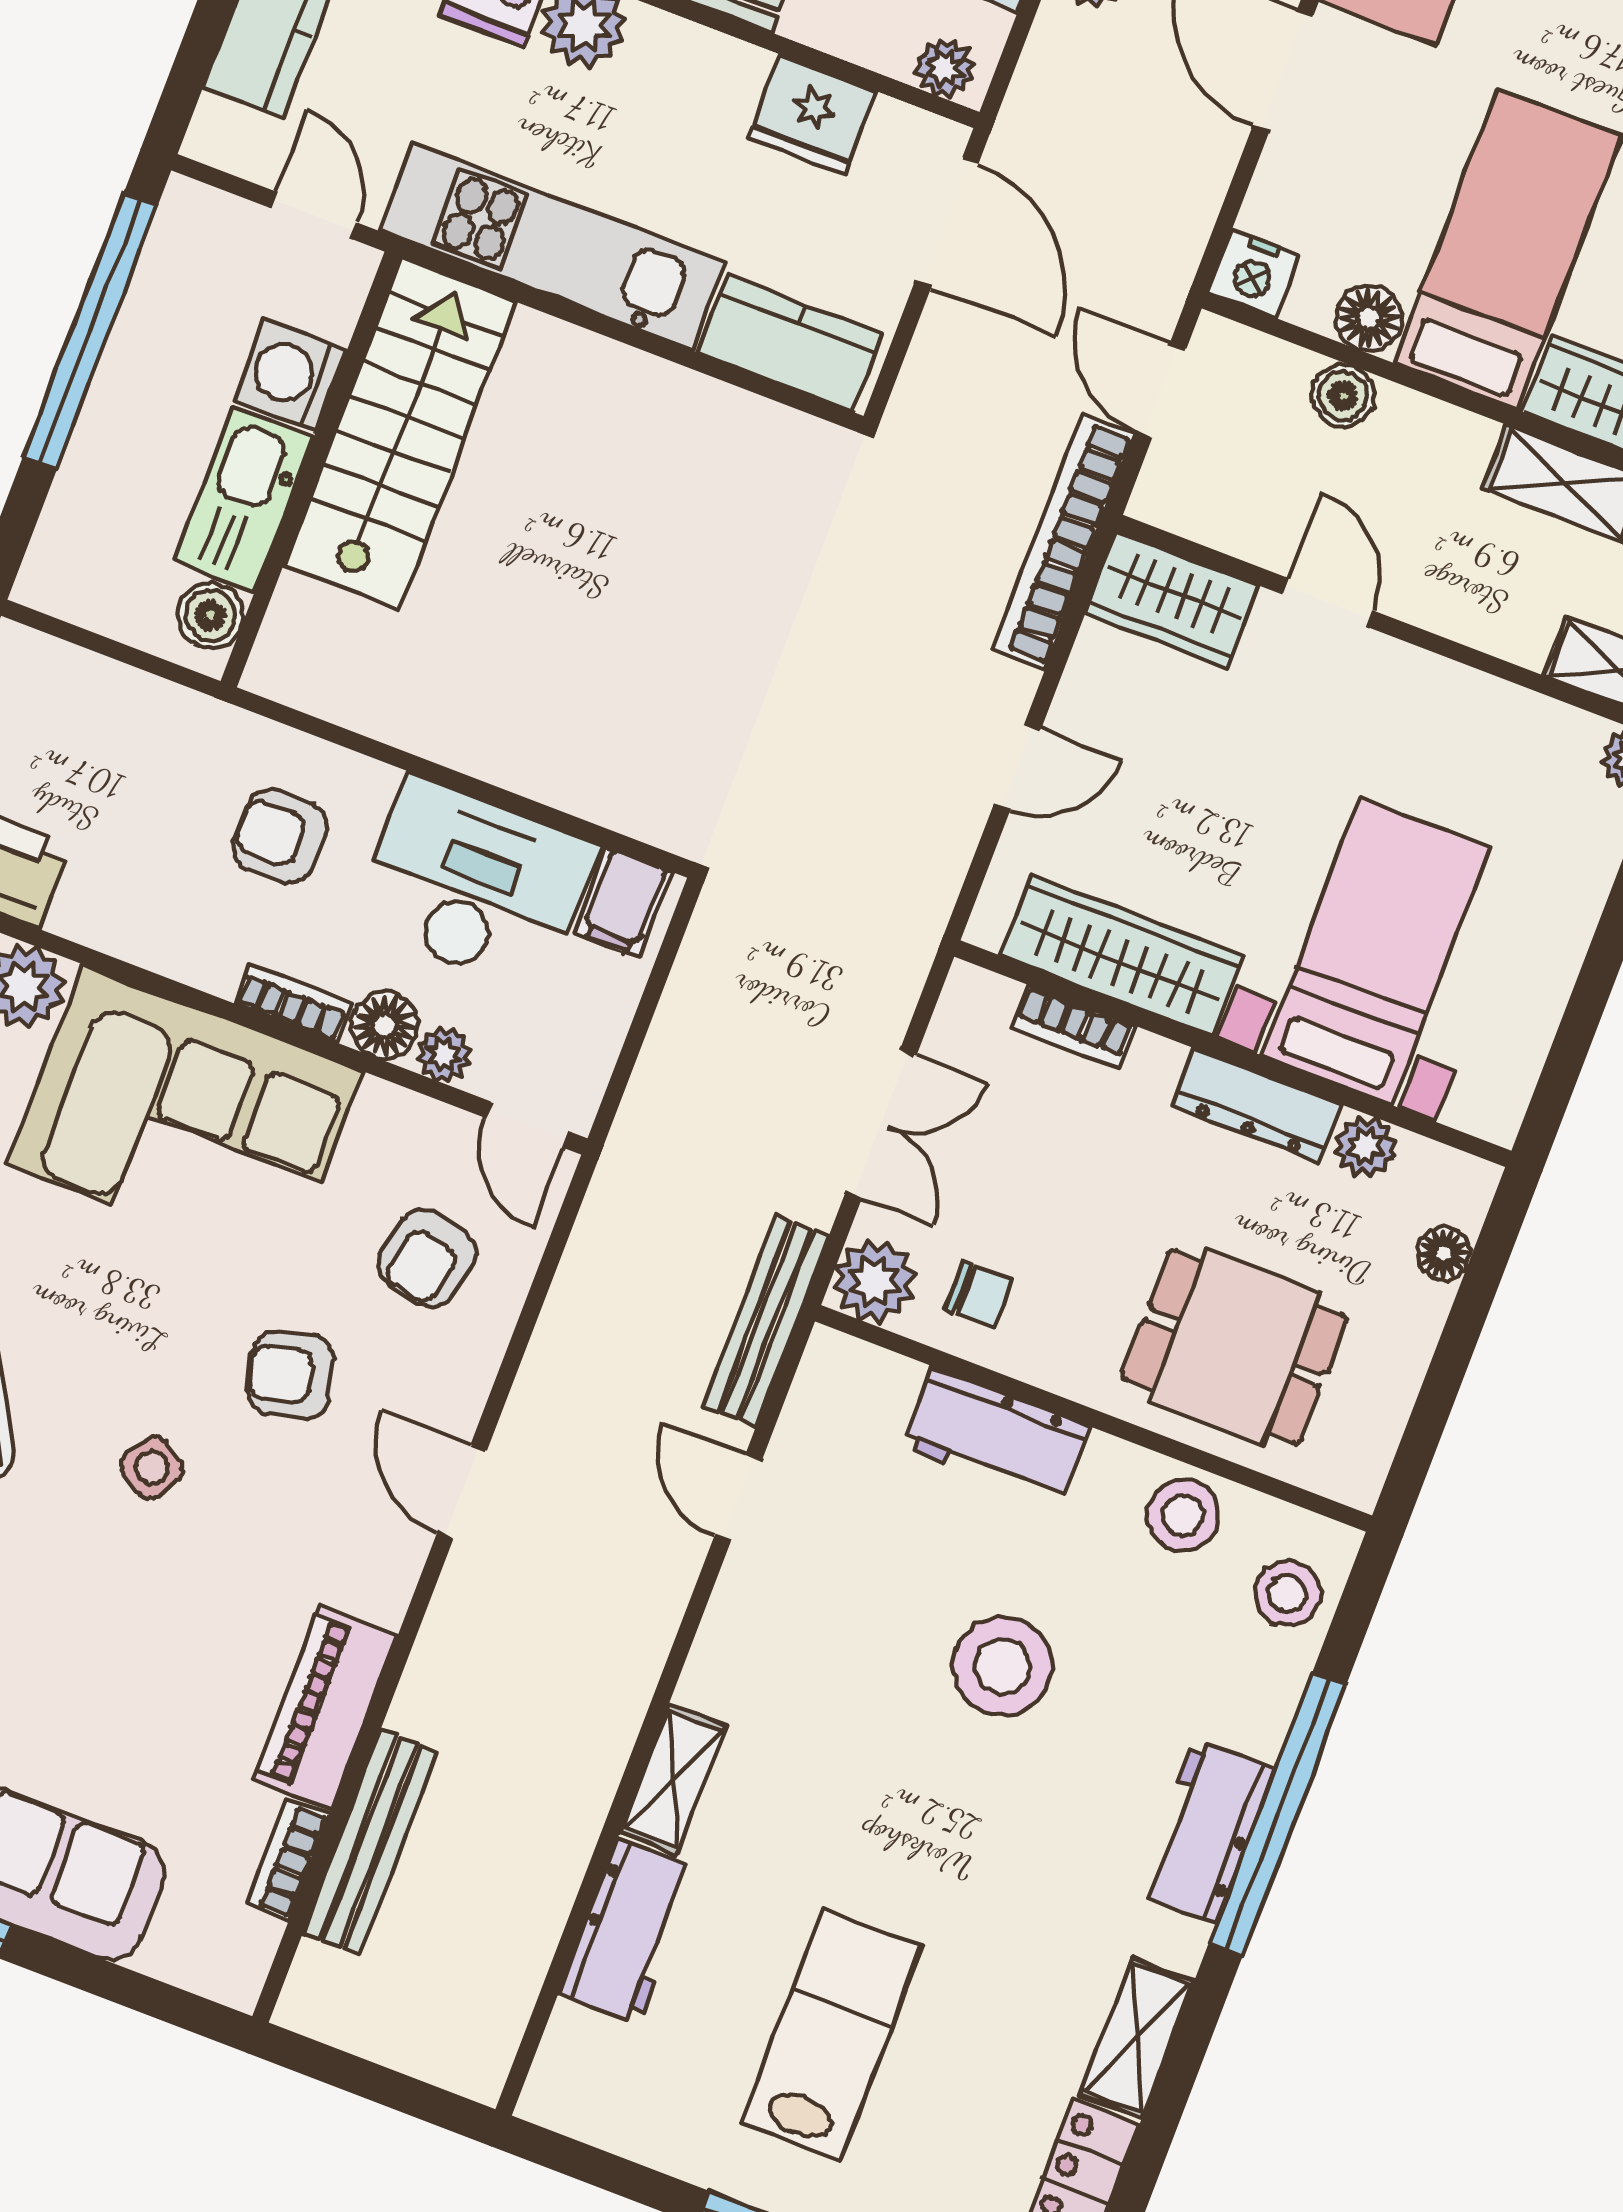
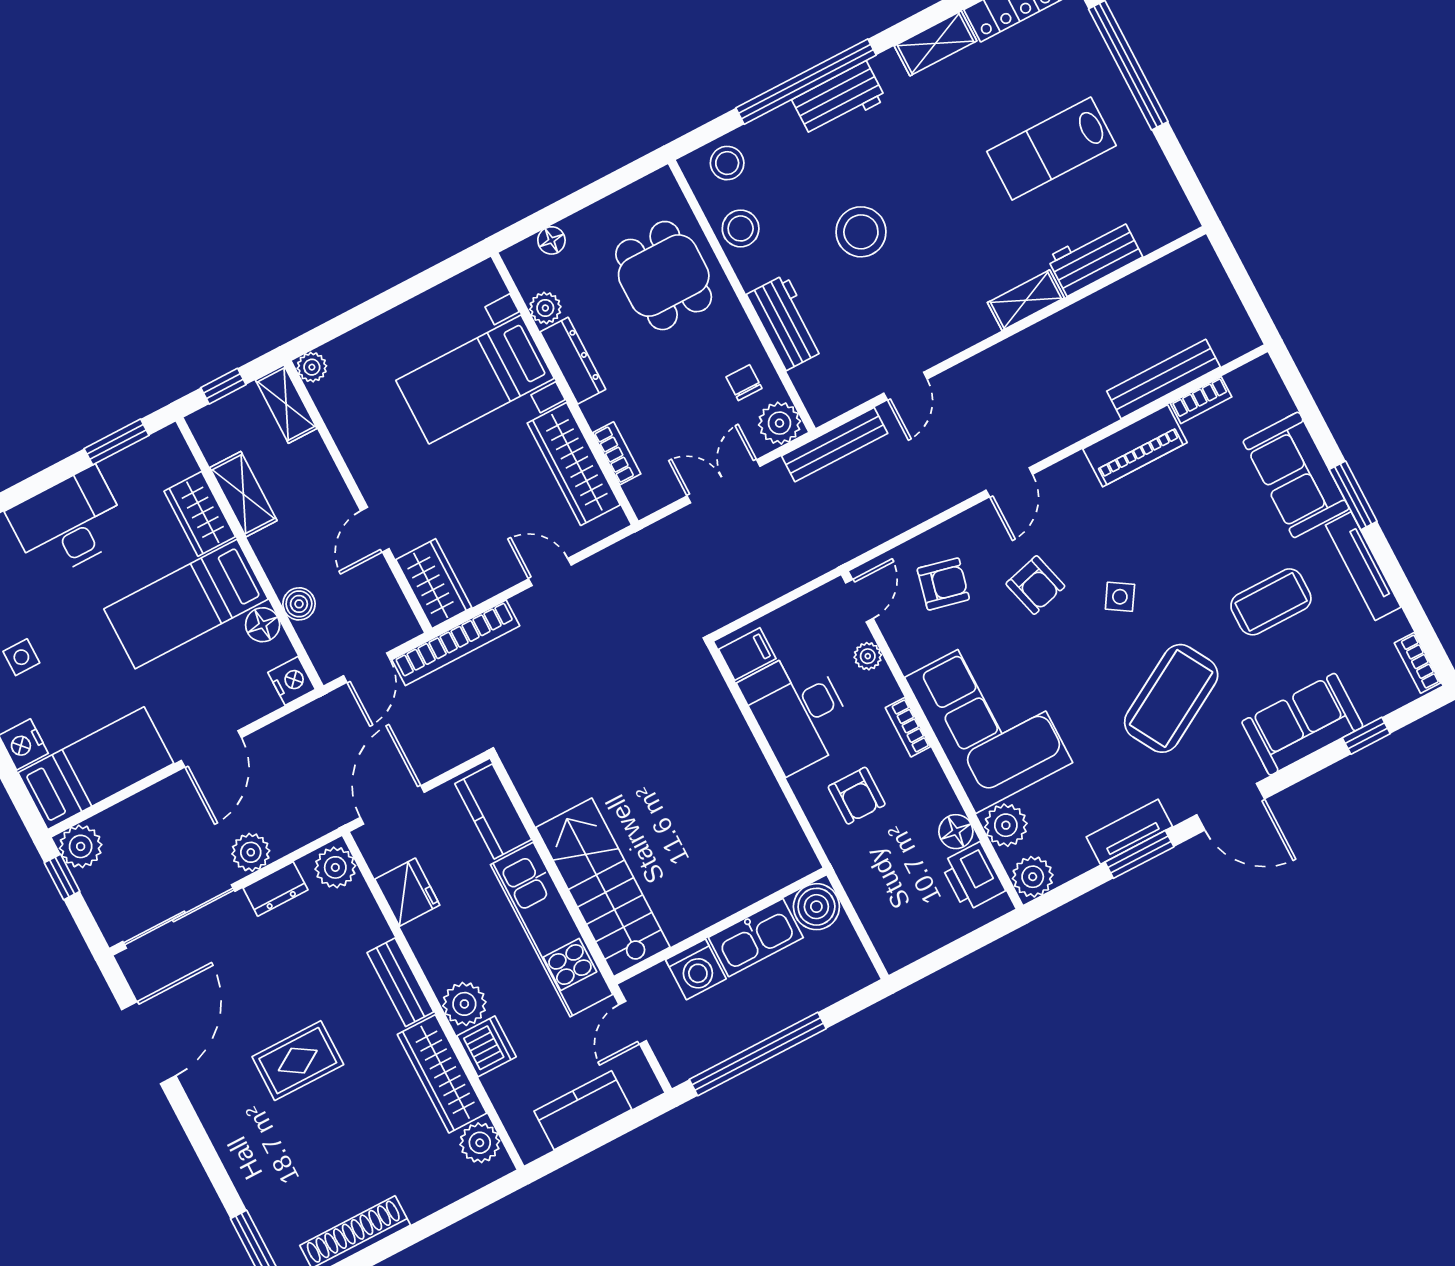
plant: (945, 68) -> (335, 867), width x1.38, depth x1.38
stairs: (400, 433) -> (603, 887), moved, turned 90
boiler: (210, 615) -> (816, 907), width x1.36, depth x1.36
floor lamp: (385, 1025) -> (956, 832), moved

